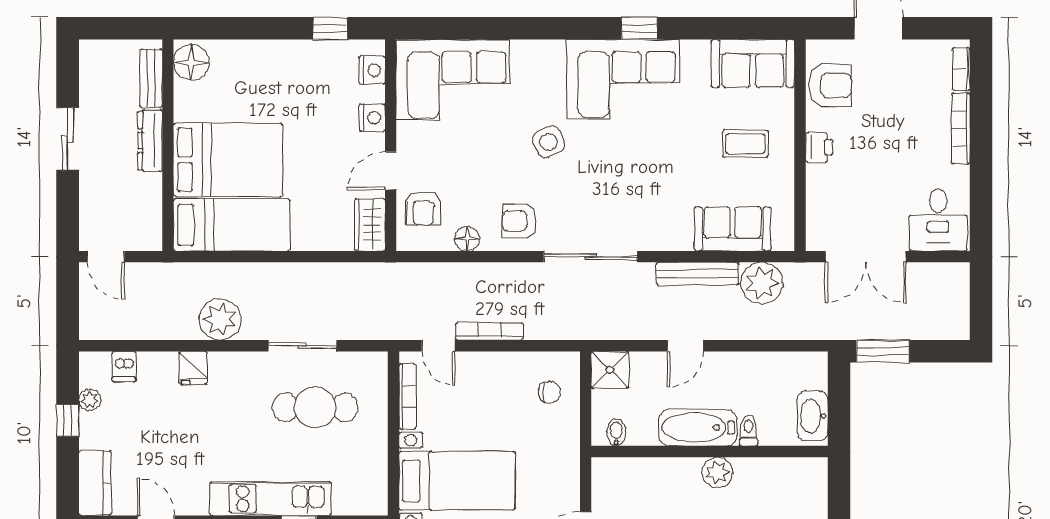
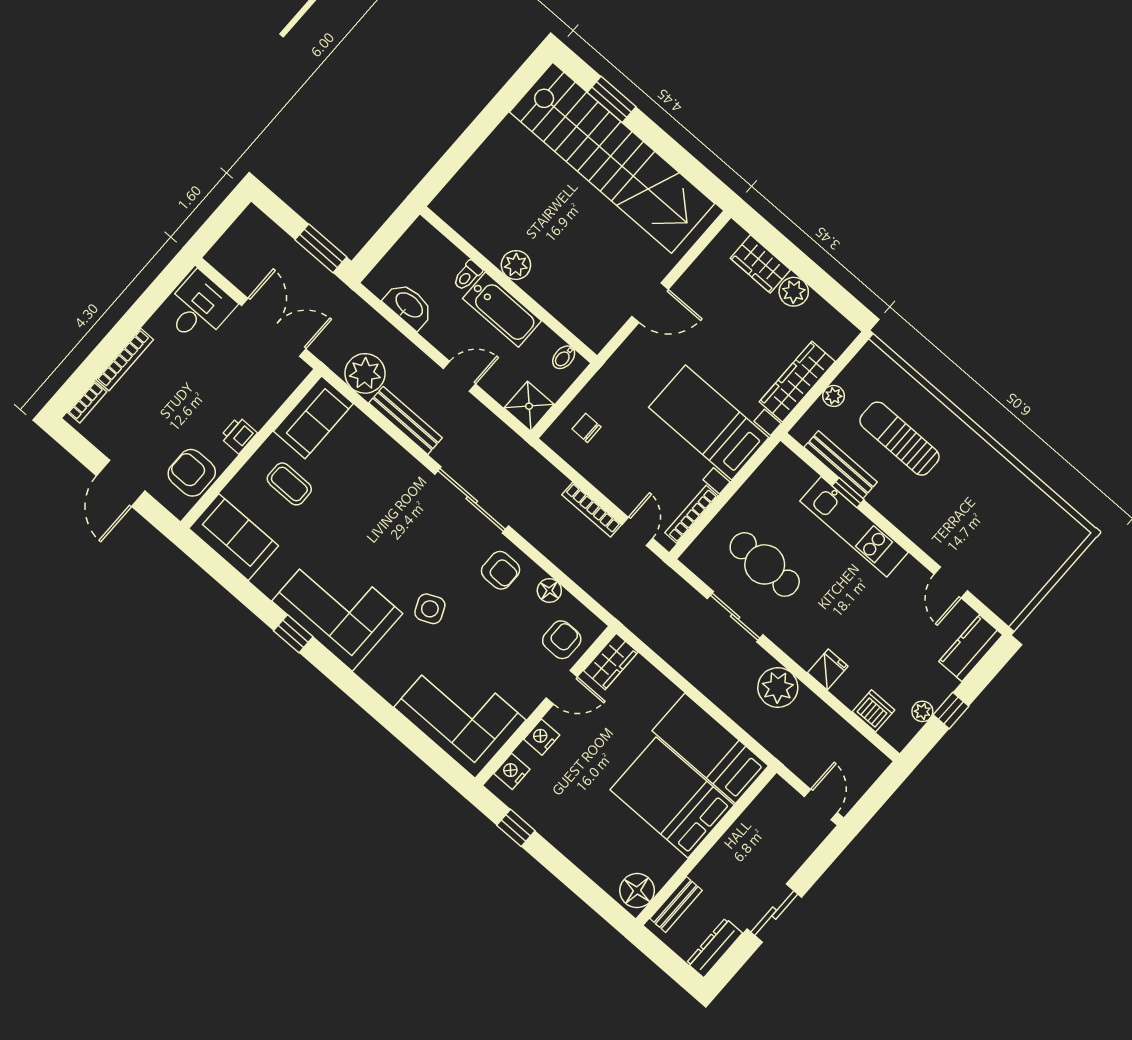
dresser: (150, 141) -> (714, 948), moved, turned 180
sofa: (733, 229) -> (313, 417), moved, turned -90
dishwasher: (124, 367) -> (873, 711), width x1.38
washbasin: (813, 416) -> (409, 306), moved, turned -90

